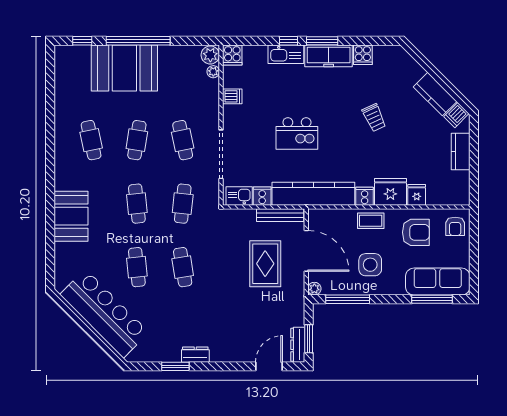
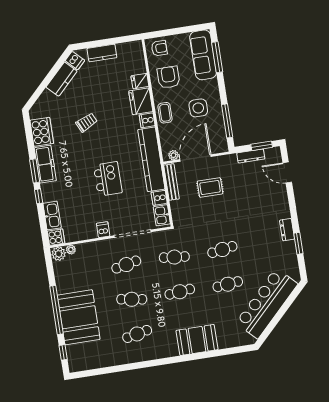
kitchen sink: (286, 54) -> (52, 216), moved
cooker: (363, 55) -> (42, 132), width x1.87, depth x1.31
dishwasher: (232, 96) -> (103, 230), moved
rug: (265, 264) -> (210, 187), width x0.73, depth x0.70
plant: (314, 289) -> (173, 155), moved
dresser: (298, 345) -> (251, 156), moved

